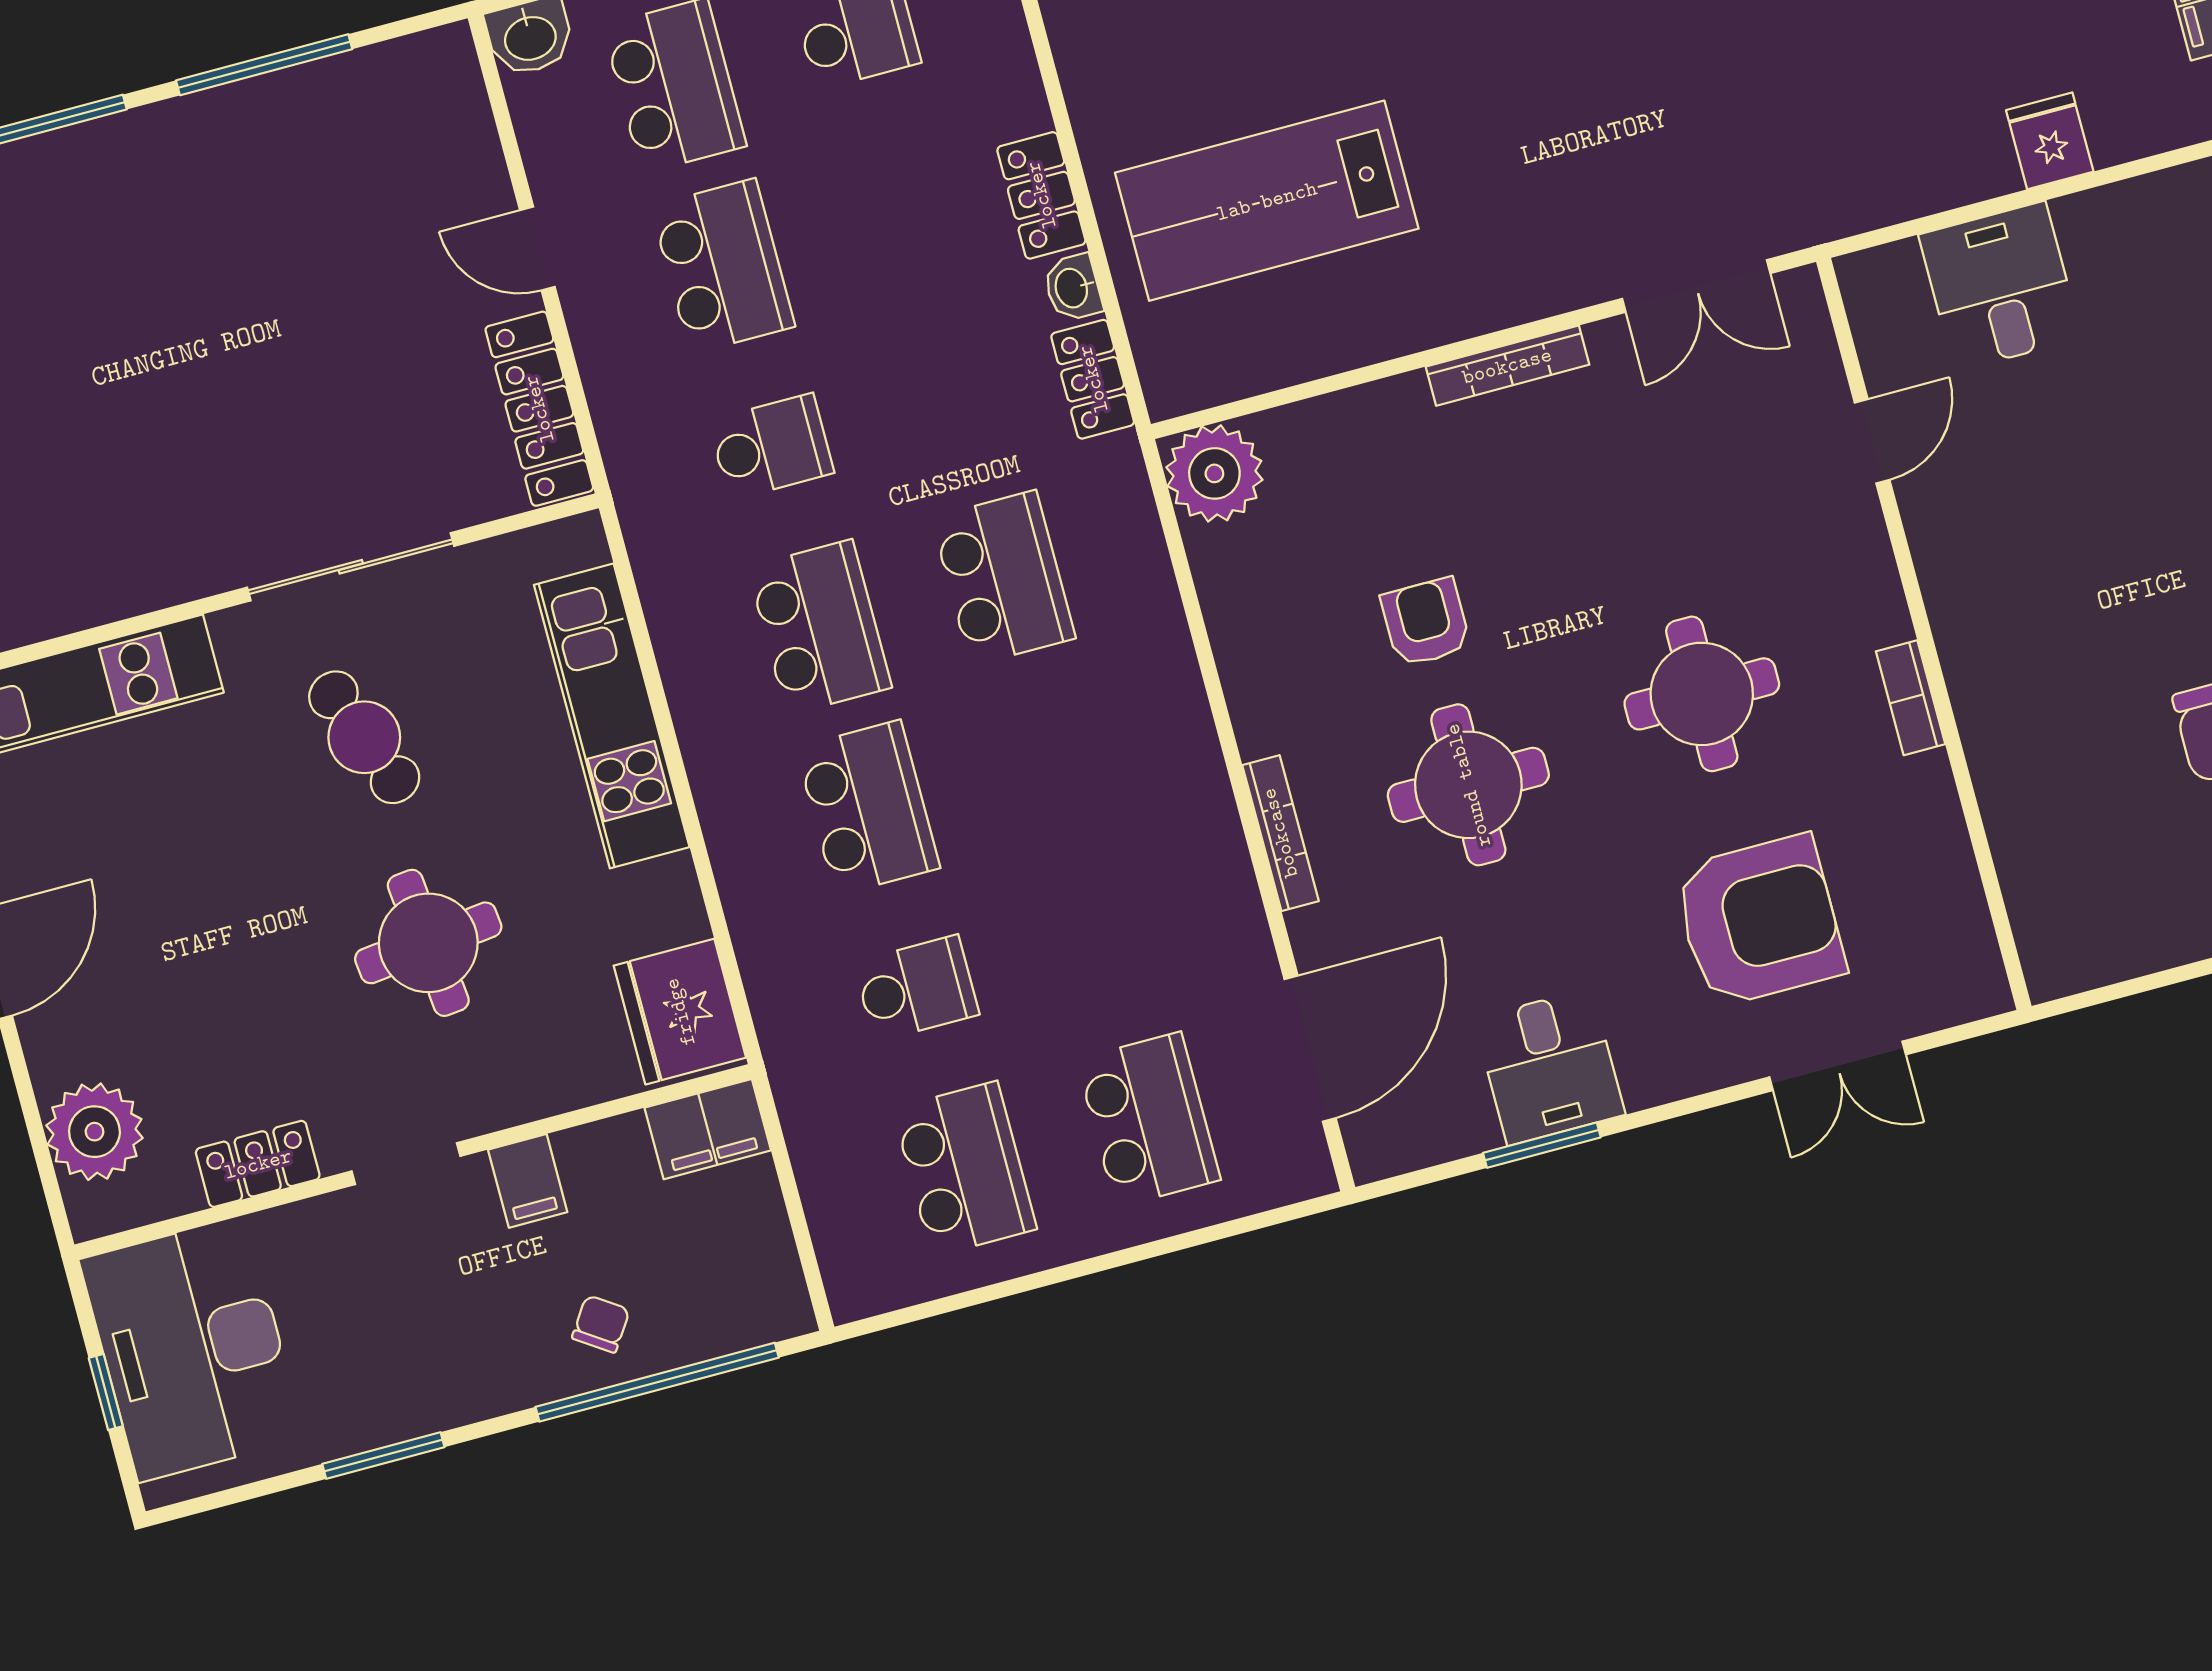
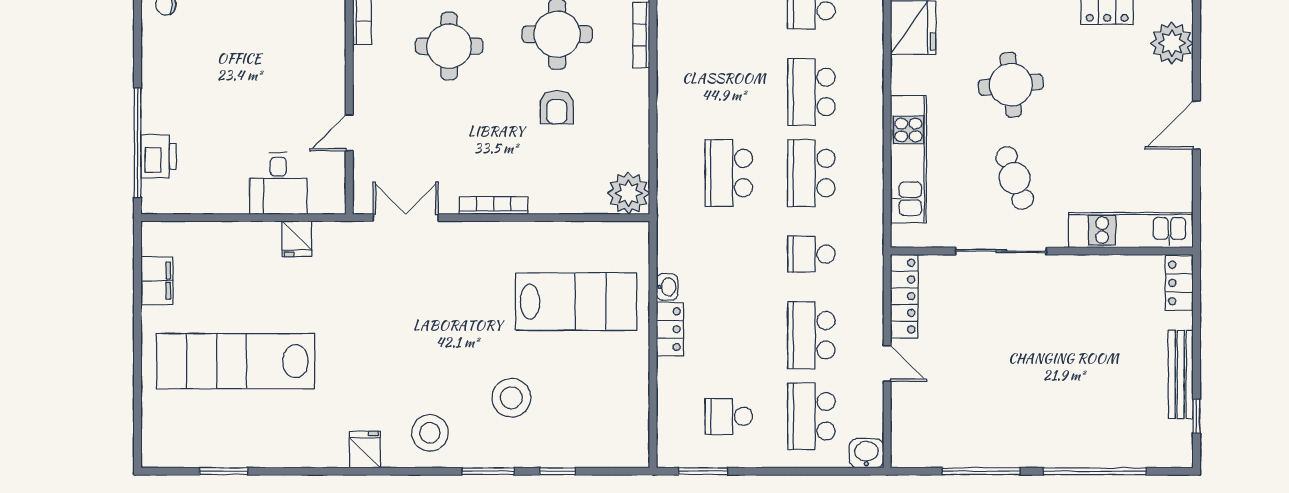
fridge: (2050, 141) -> (297, 239), moved
locker: (1093, 379) -> (669, 246), removed

